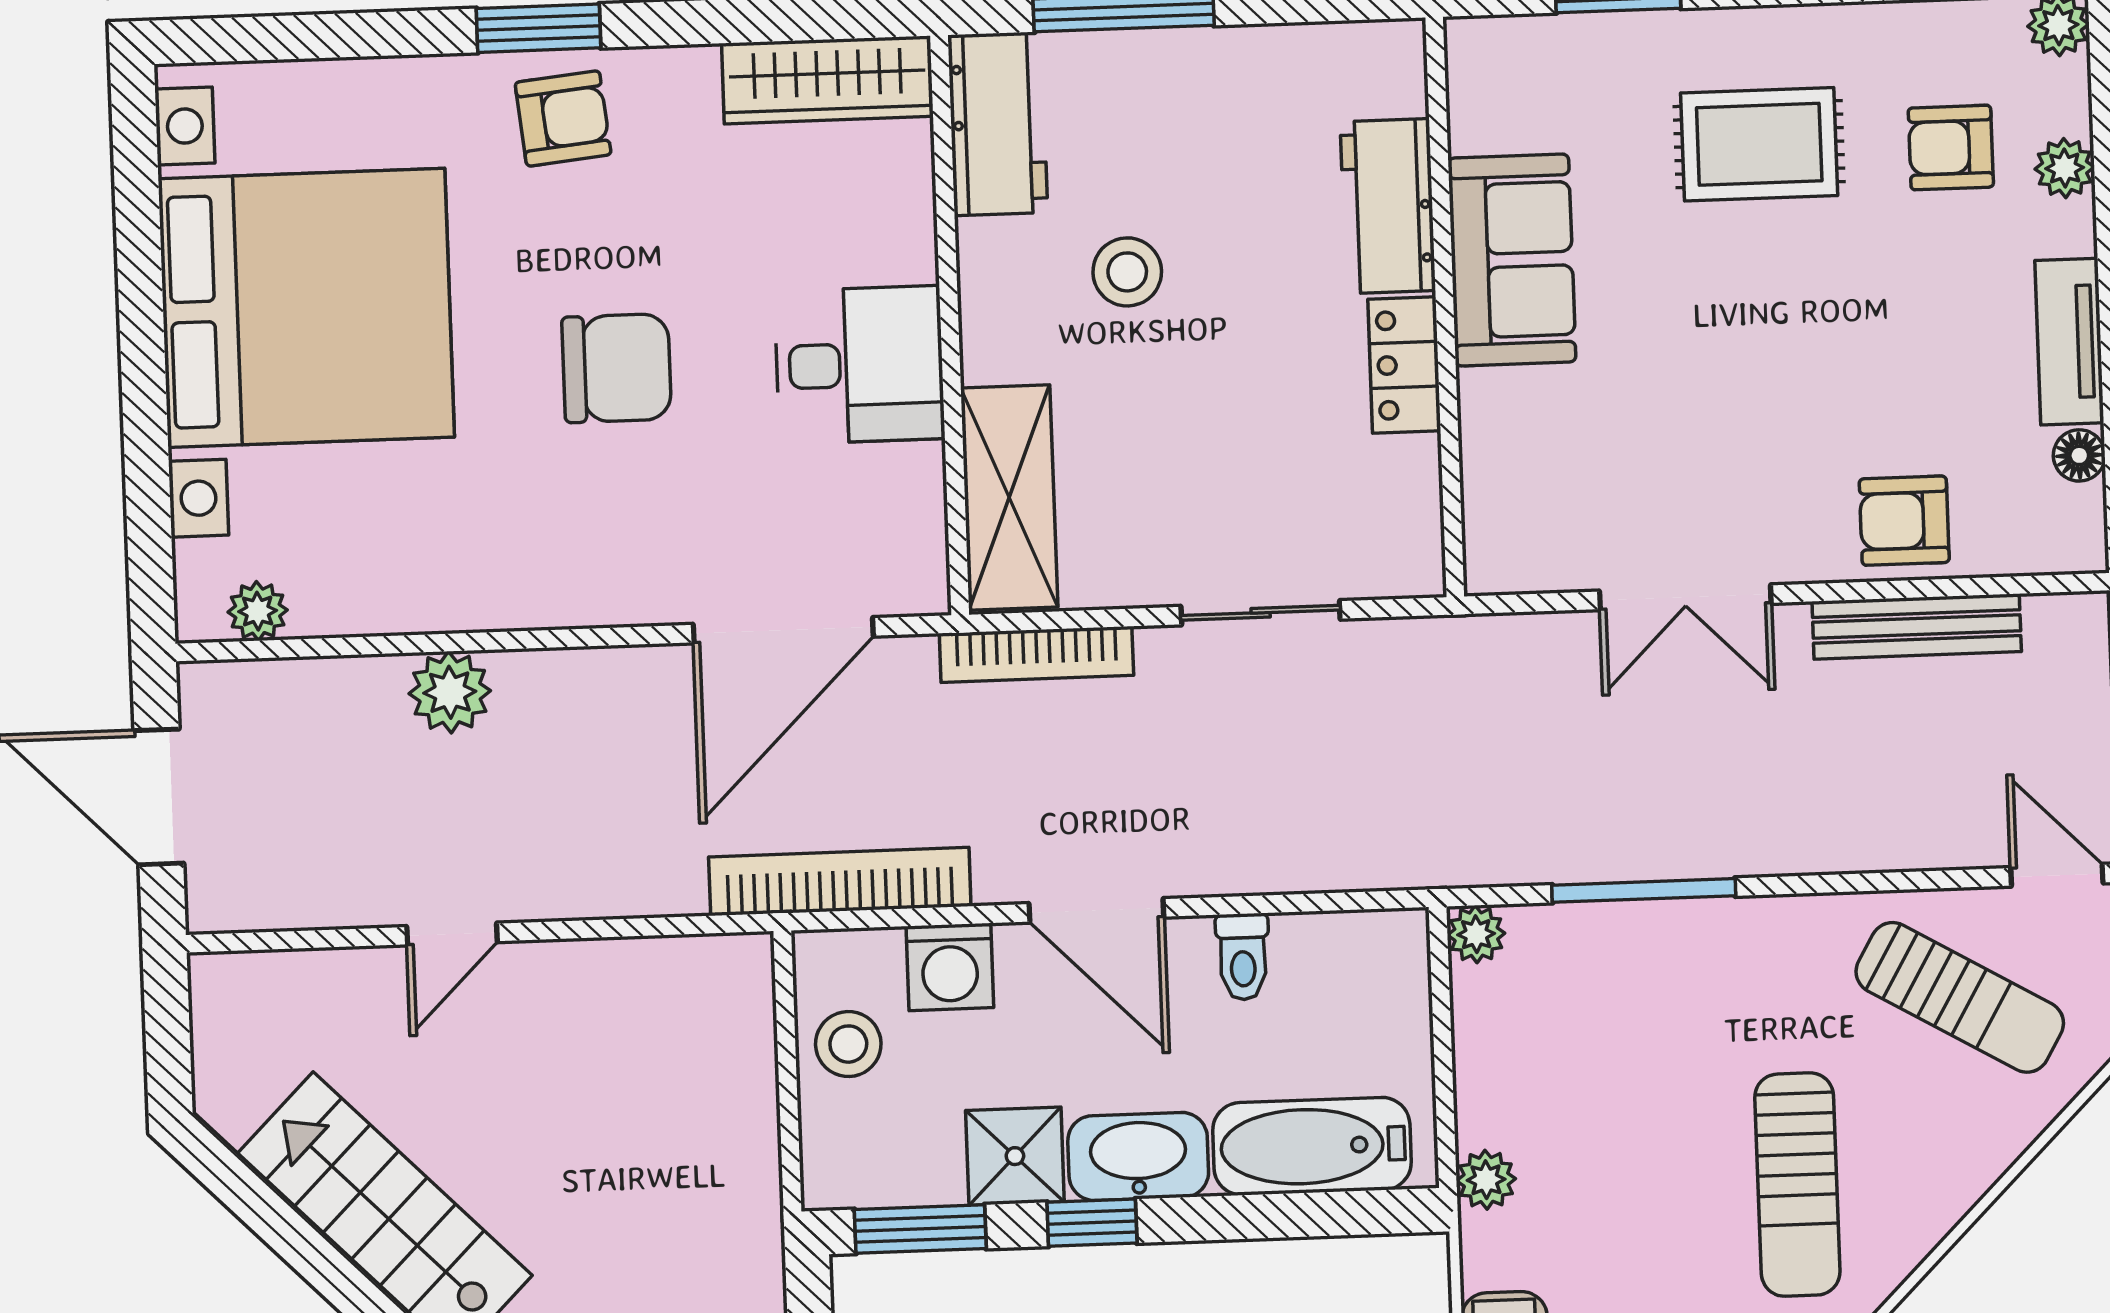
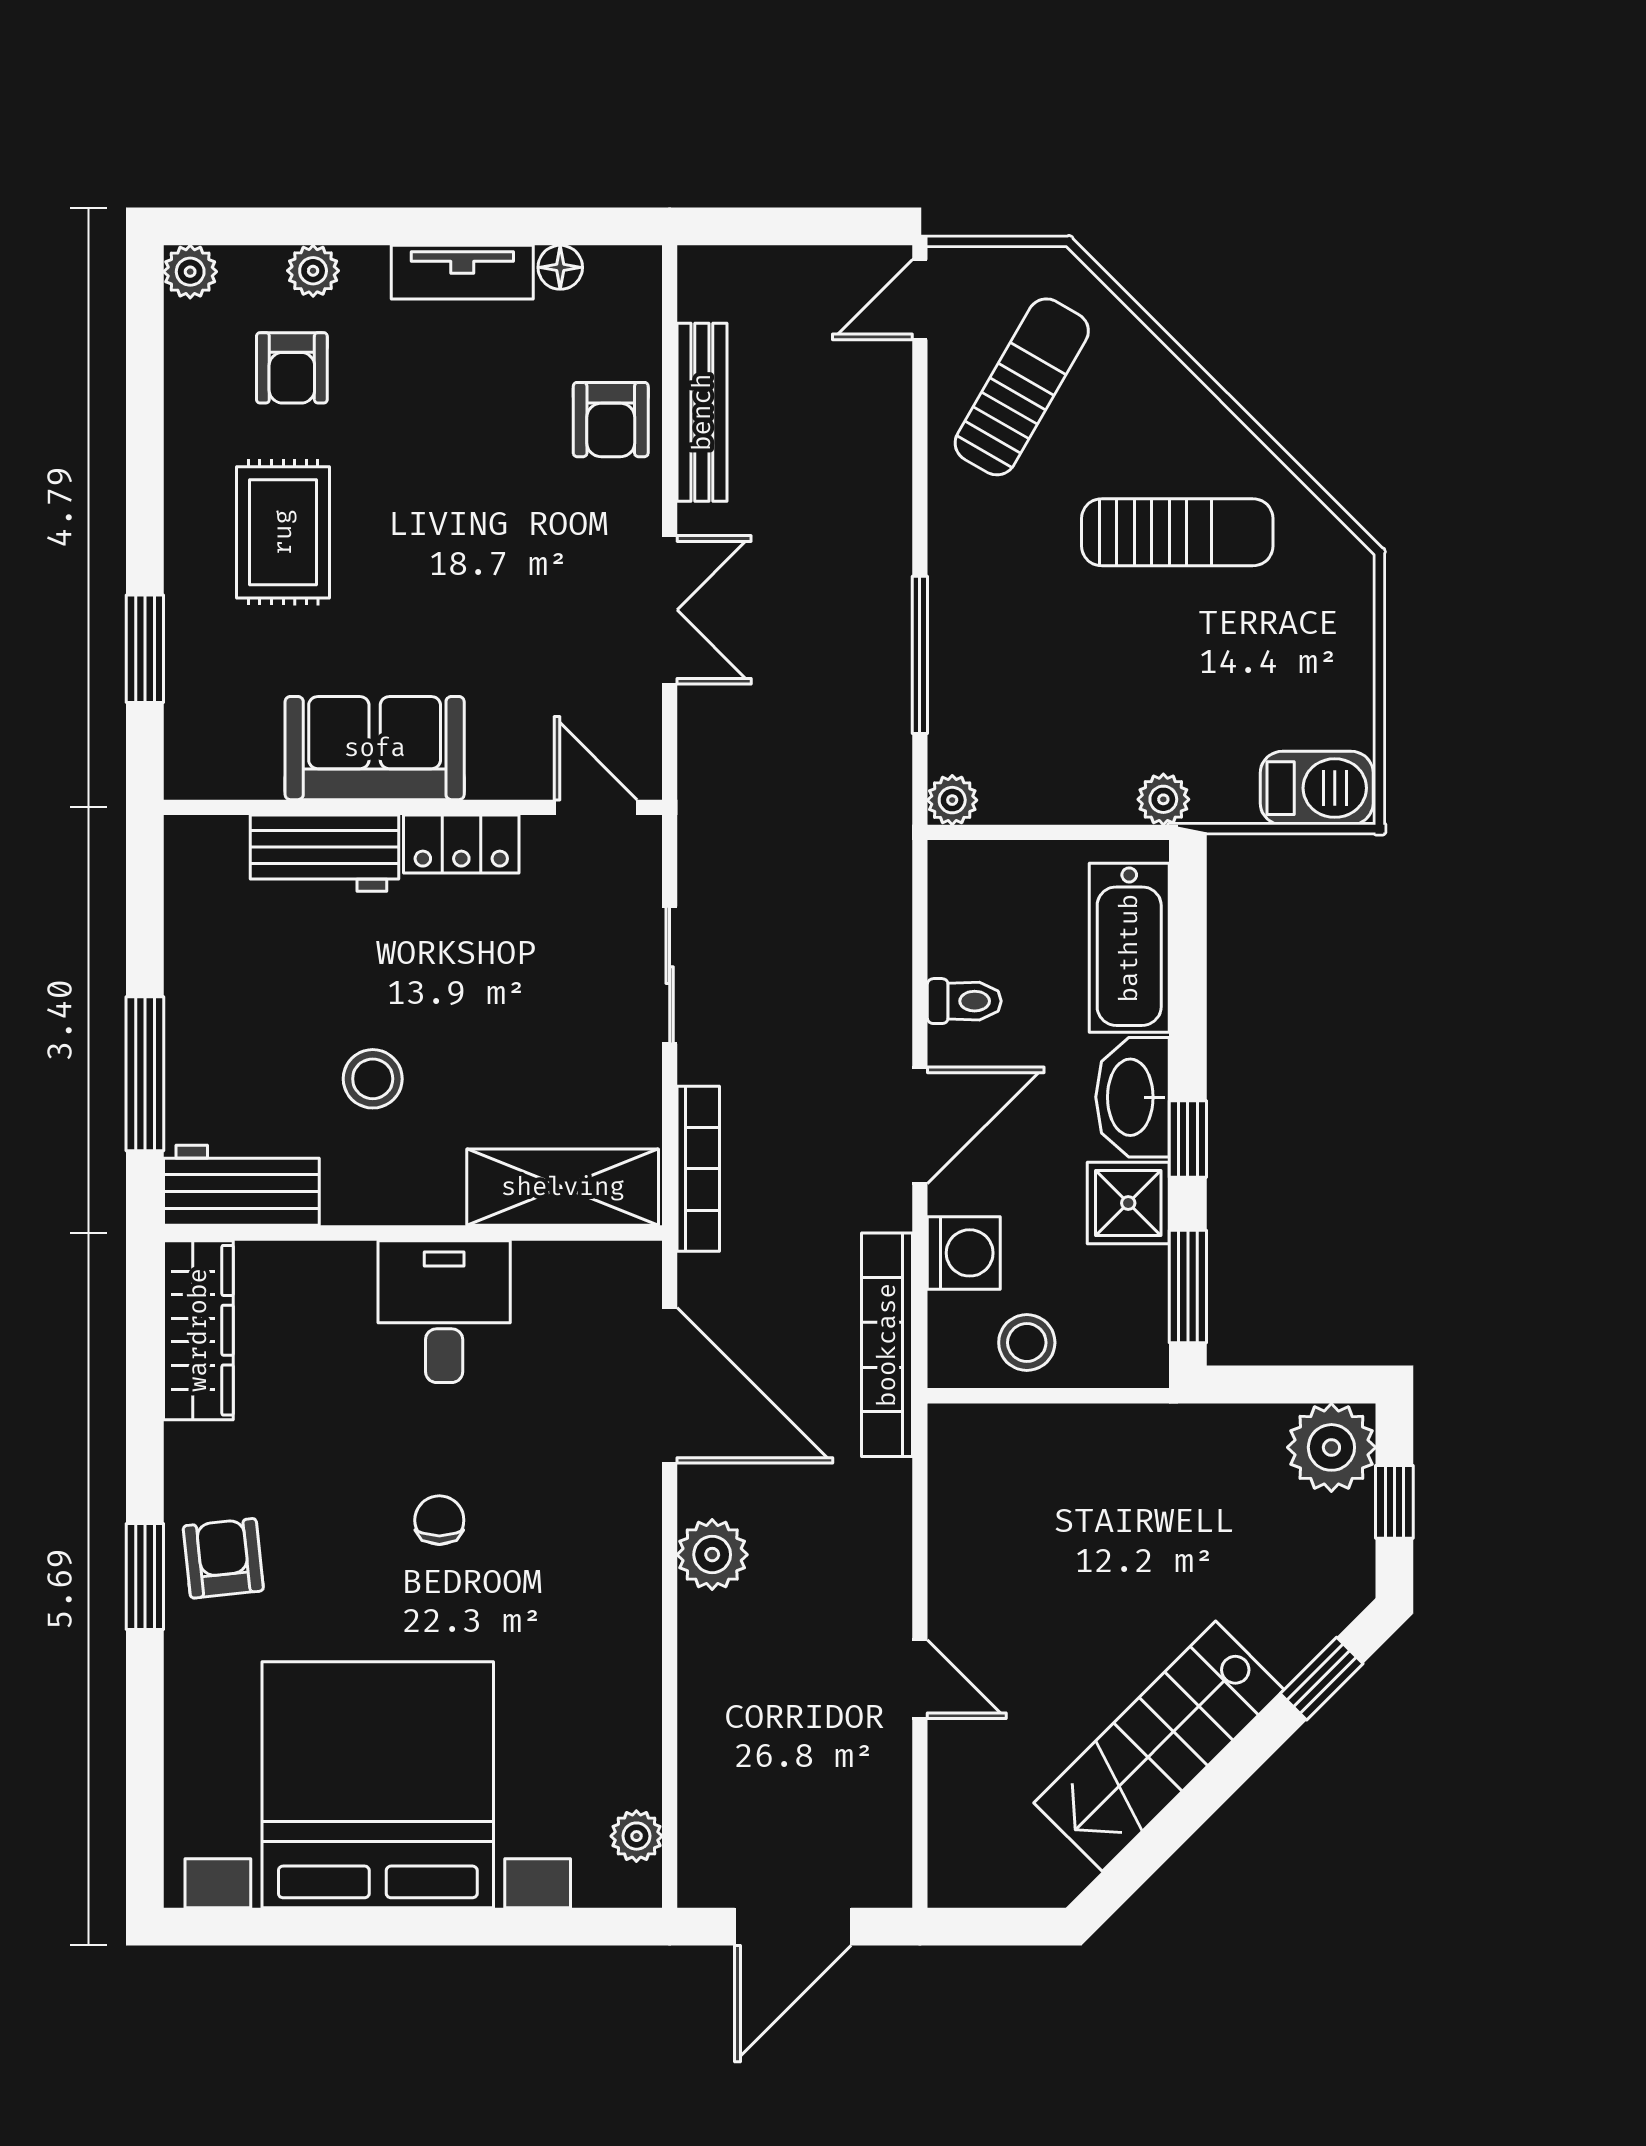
chair: (617, 368) -> (439, 1520), width x0.54, depth x0.54
door: (1453, 520) -> (596, 807), added
plant: (450, 692) -> (712, 1555), moved

